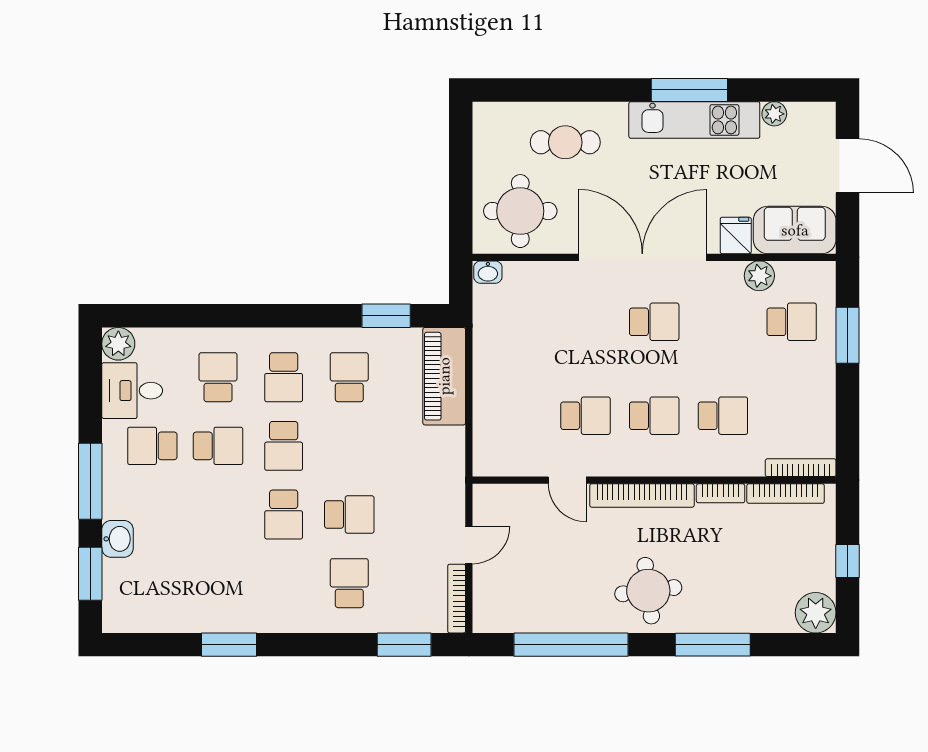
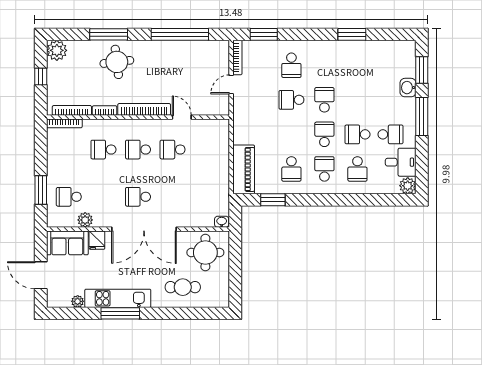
round table: (648, 591) -> (117, 62), moved

